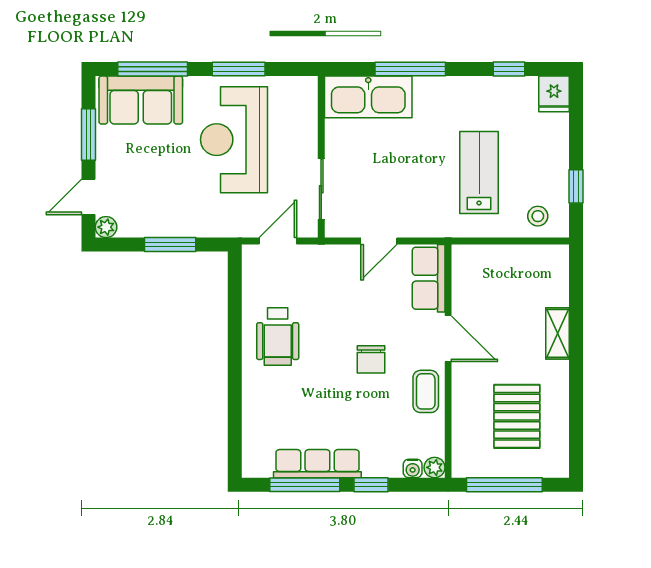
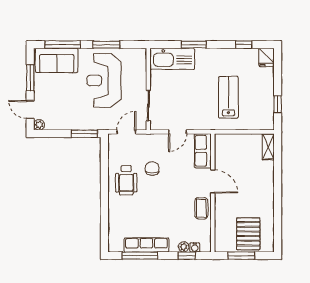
window: (410, 69) -> (194, 45), width x0.69
door: (89, 197) -> (30, 110), hinge flipped
stool: (538, 216) -> (258, 119), removed
window: (170, 245) -> (84, 134), moved
shelving: (557, 333) -> (268, 147), moved
chair: (371, 359) -> (152, 169), moved, turned 180
pallet: (517, 416) -> (248, 234), moved
plant: (435, 467) -> (184, 247), moved
window: (371, 485) -> (187, 256), moved
window: (504, 485) -> (241, 256), width x0.69

